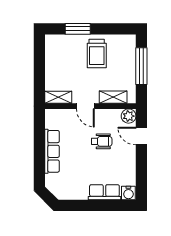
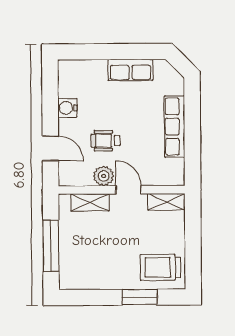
trolley: (97, 54) -> (161, 267), moved, turned -90
plant: (129, 116) -> (104, 176), moved
row of seats: (104, 192) -> (130, 70), moved
water cooler: (128, 193) -> (67, 108), moved, turned -90

